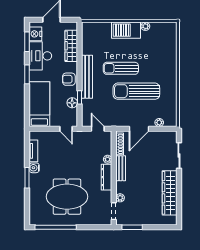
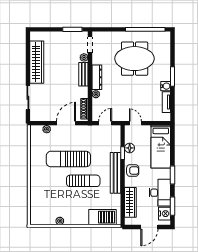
barbecue: (126, 30) -> (102, 217), moved
sun lounger: (136, 91) -> (68, 159), turned 180
door: (98, 129) -> (105, 123), swing flipped
bench: (121, 168) -> (83, 74), moved

